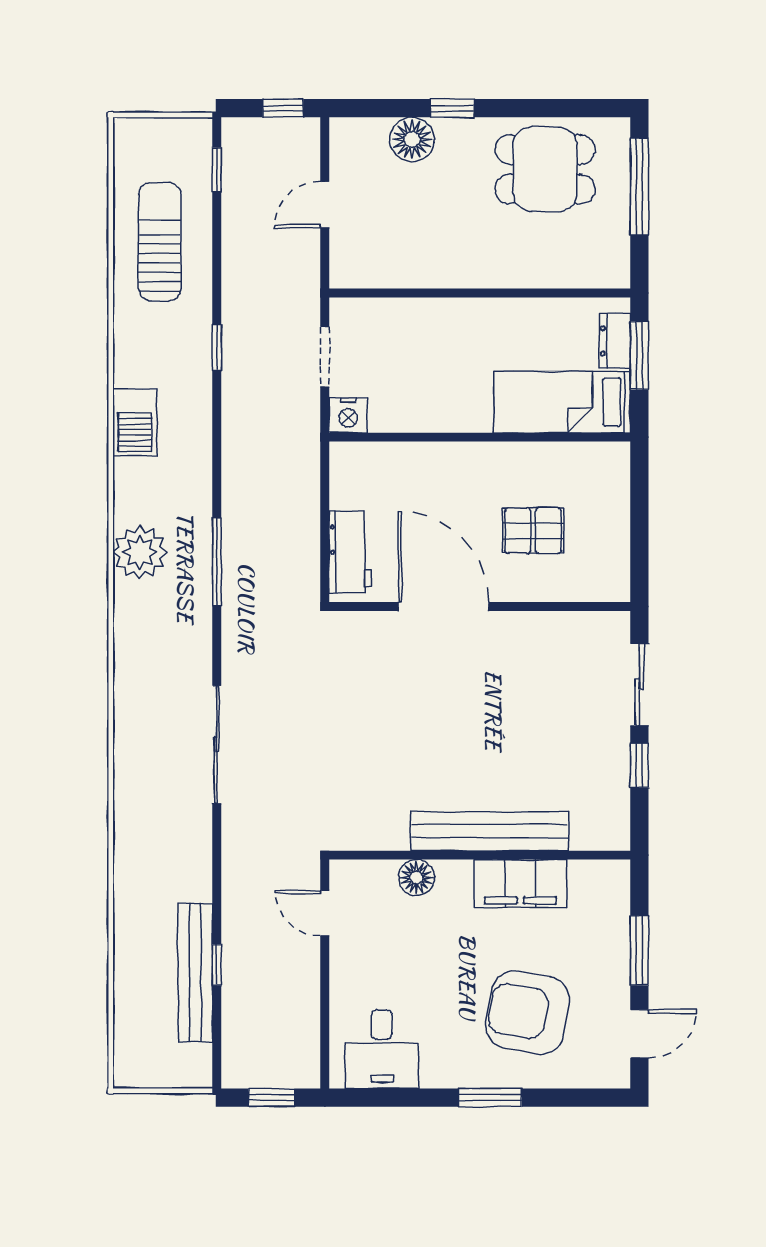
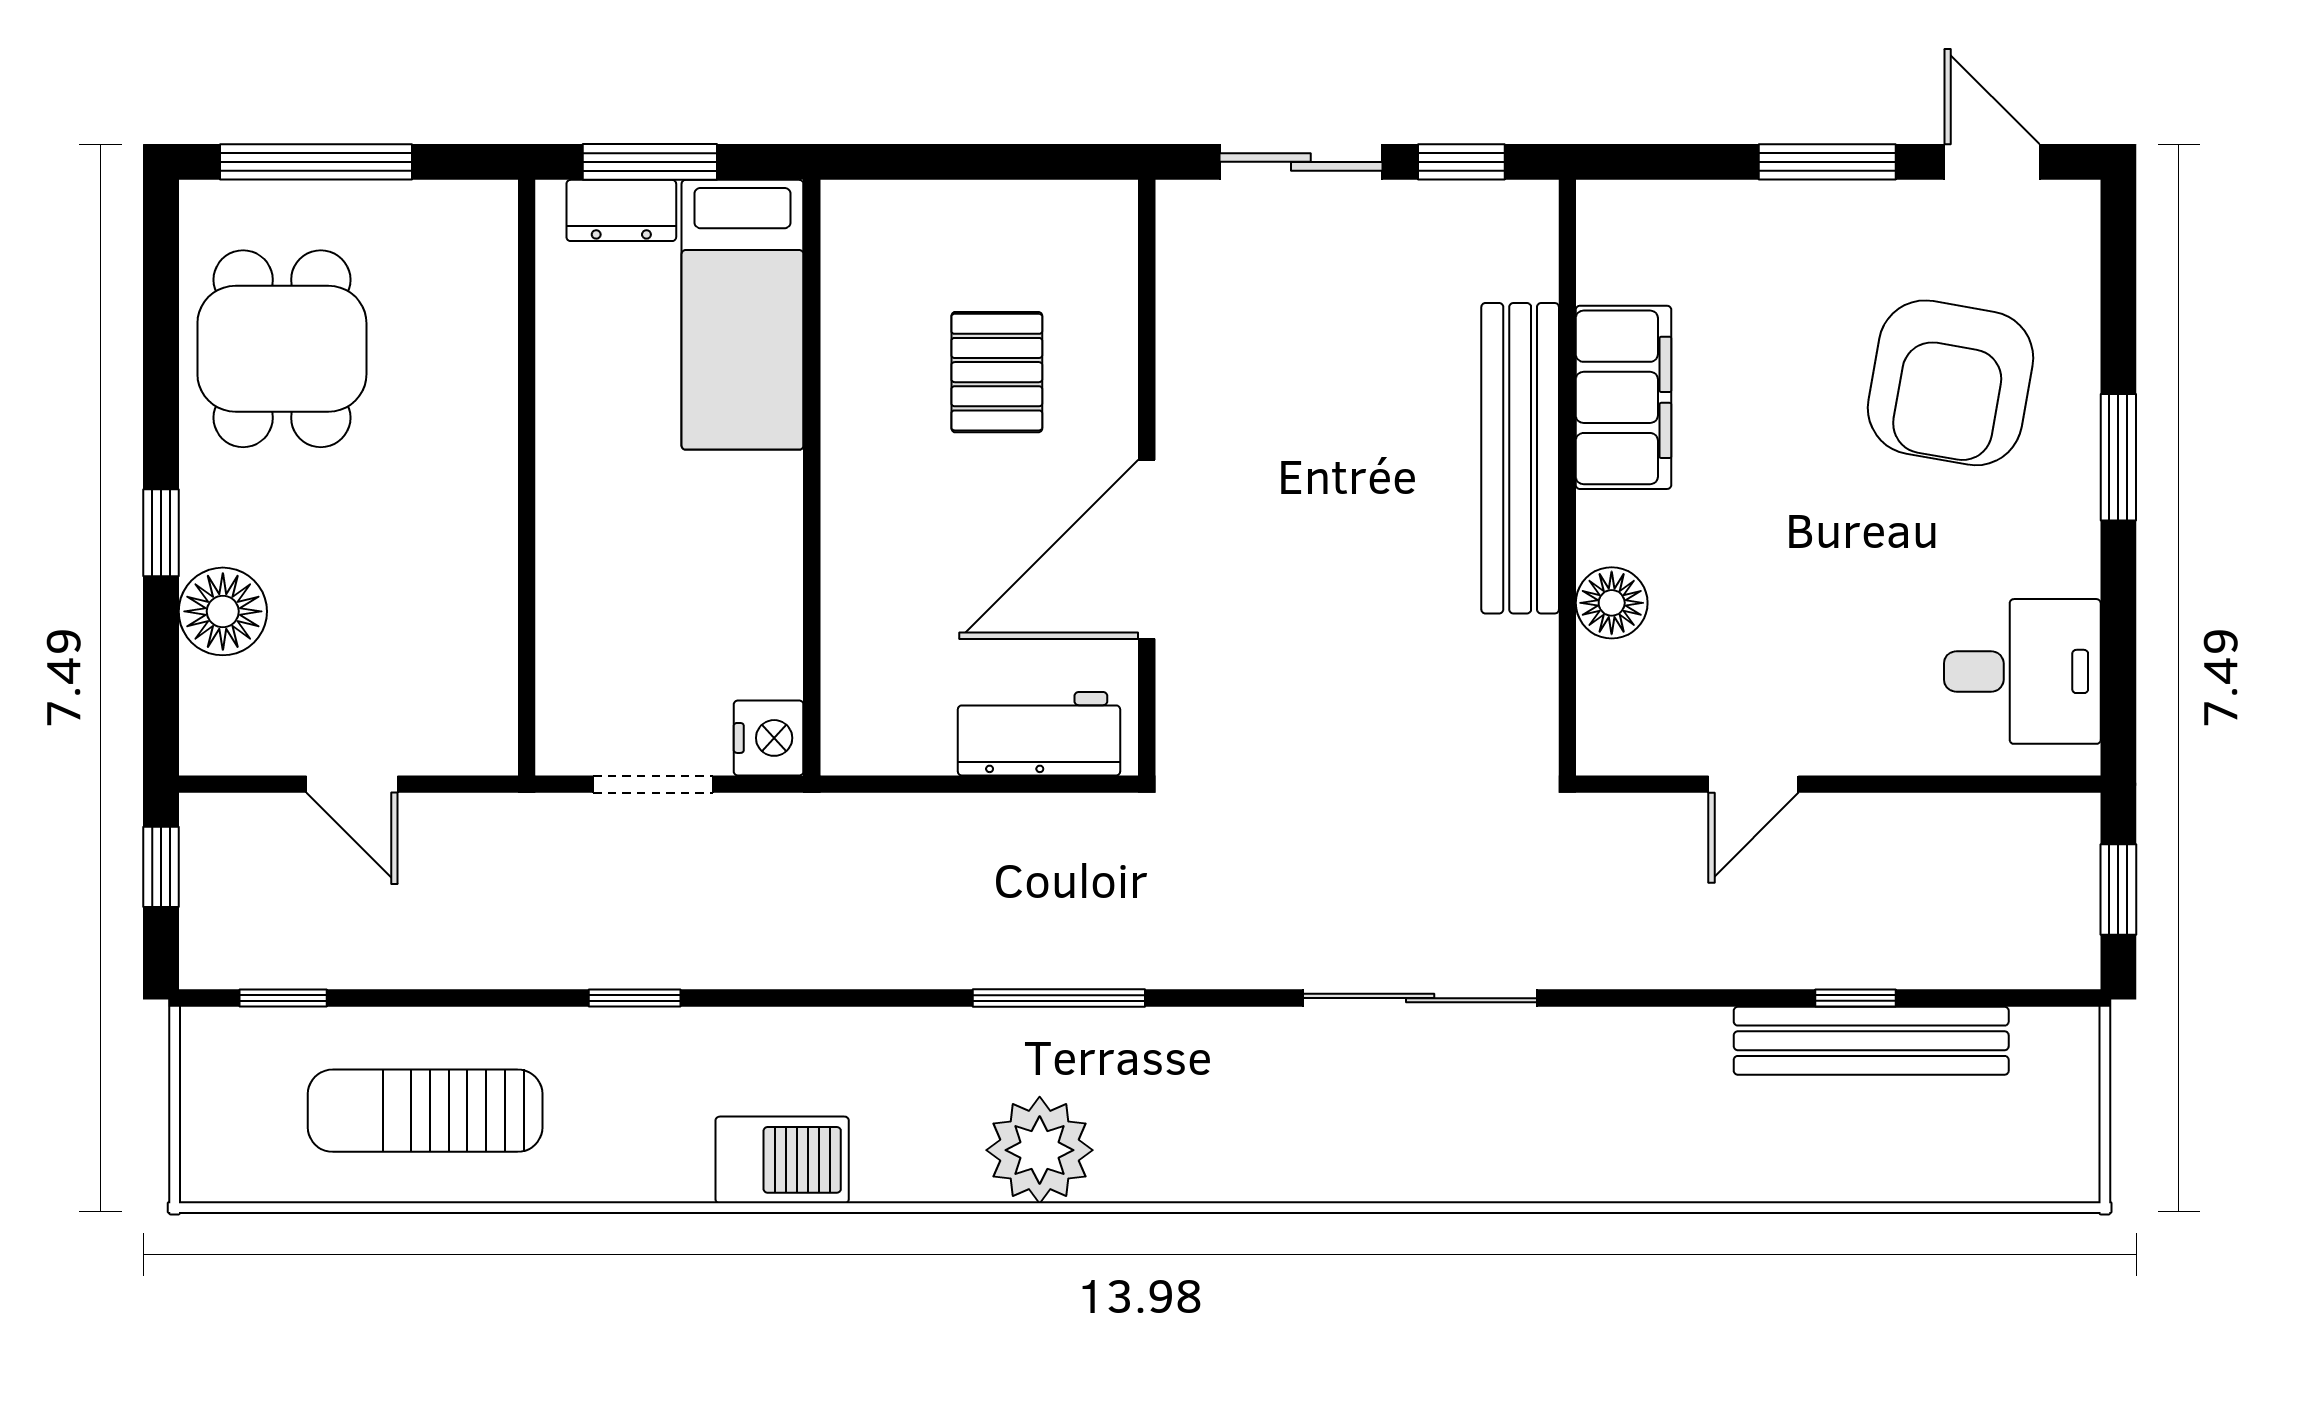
bench: (490, 831) -> (1520, 458), moved
wall: (480, 855) -> (1567, 478), moved
floor lamp: (416, 878) -> (1612, 603), moved
filing cabinet: (520, 883) -> (1623, 397), moved

